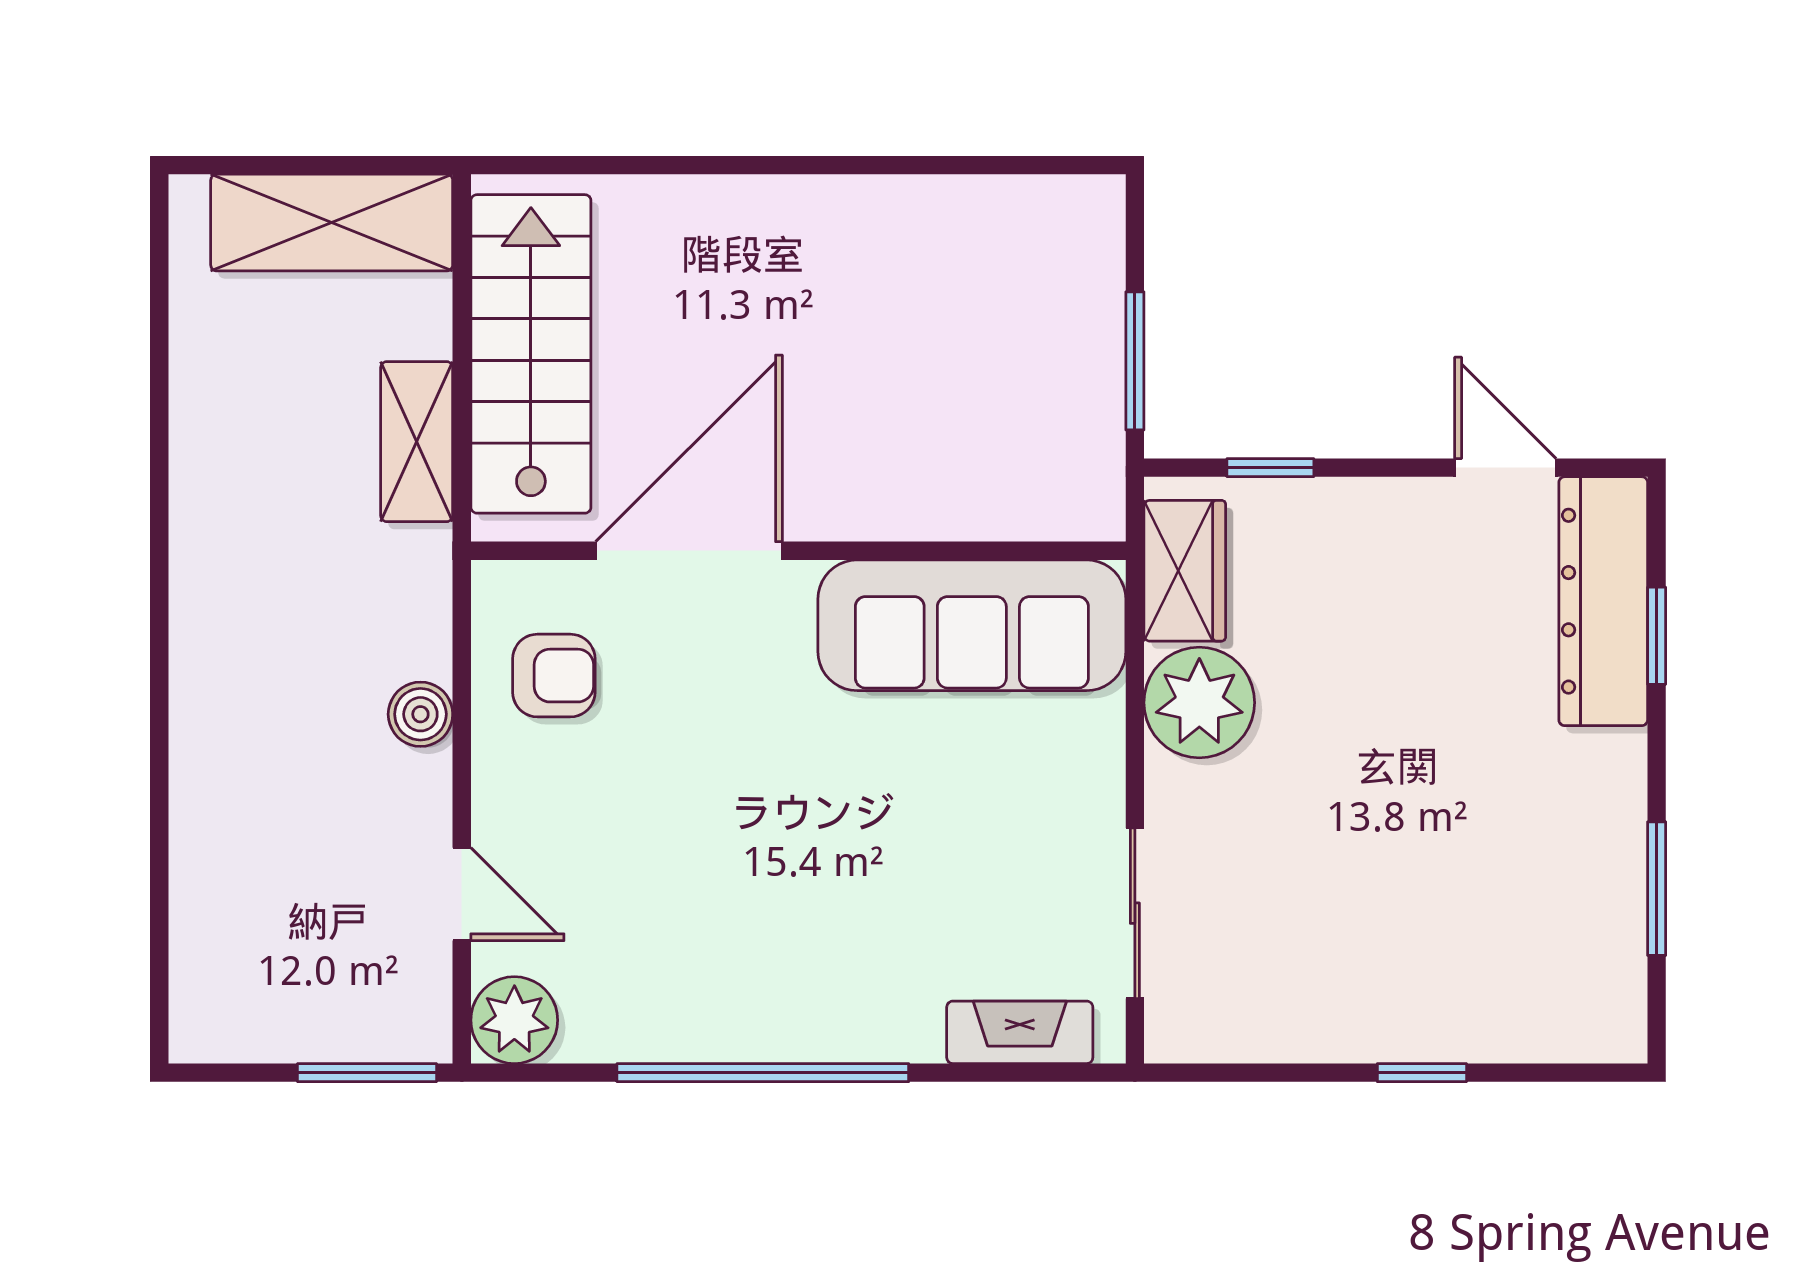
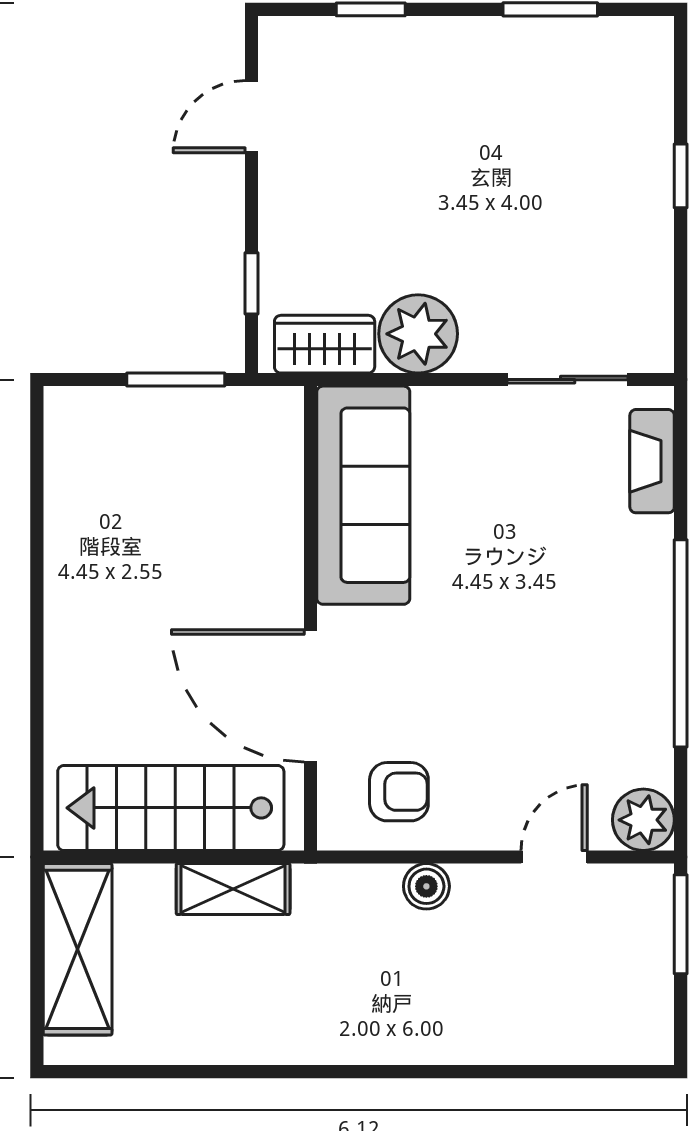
dresser: (1603, 601) -> (346, 47), removed
armchair: (554, 676) -> (399, 792), turned 90

